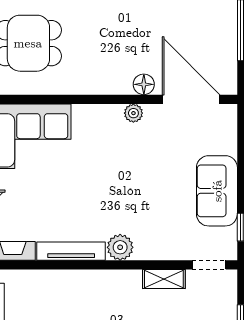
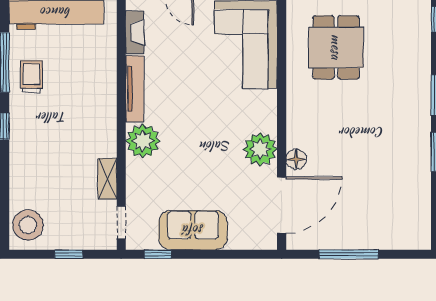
plant: (133, 113) -> (260, 149), width x1.88, depth x1.88
plant: (120, 247) -> (143, 141), width x1.36, depth x1.36

